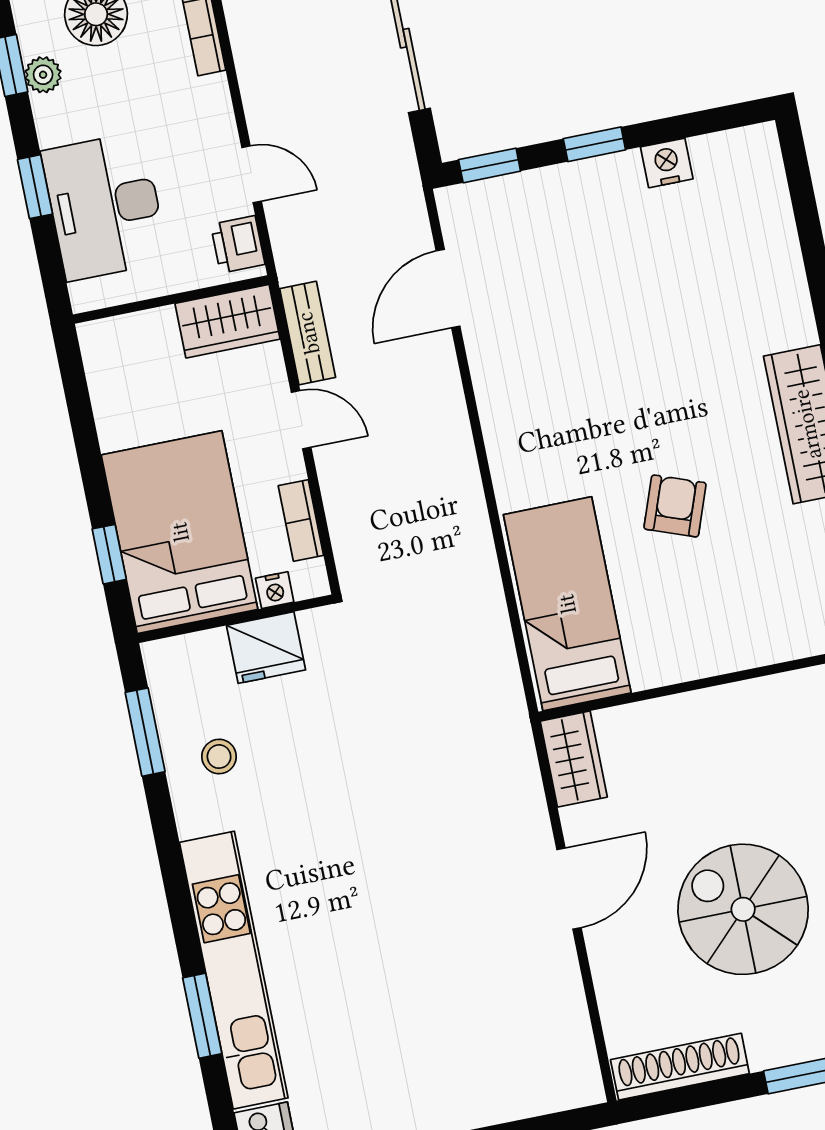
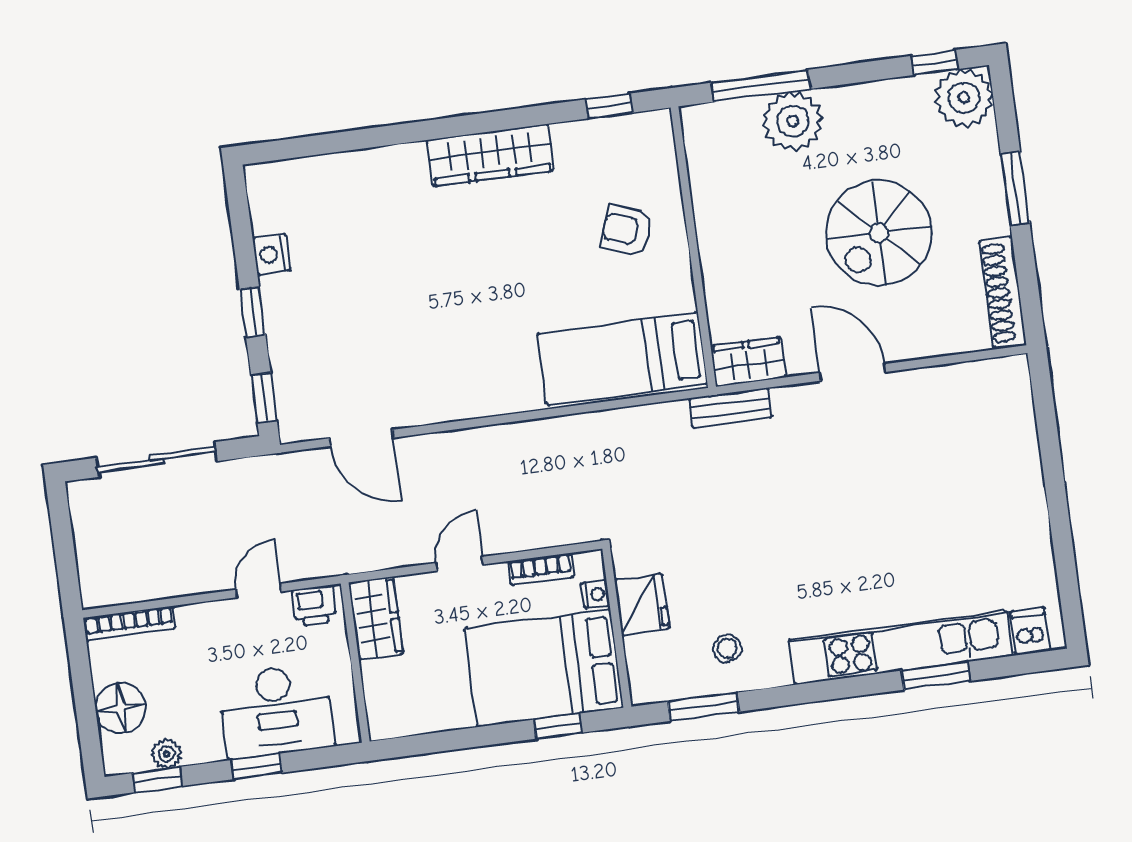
bench: (308, 333) -> (730, 408), moved
armchair: (675, 506) -> (627, 230), moved

